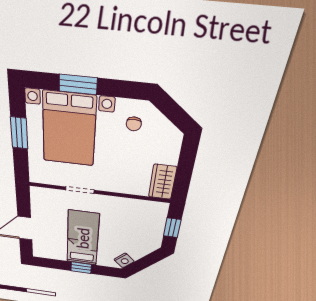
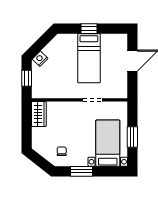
window: (78, 85) -> (82, 171), moved
bed with nightstands: (69, 129) -> (108, 143), width x0.73
nightstand: (124, 260) -> (40, 59), moved

